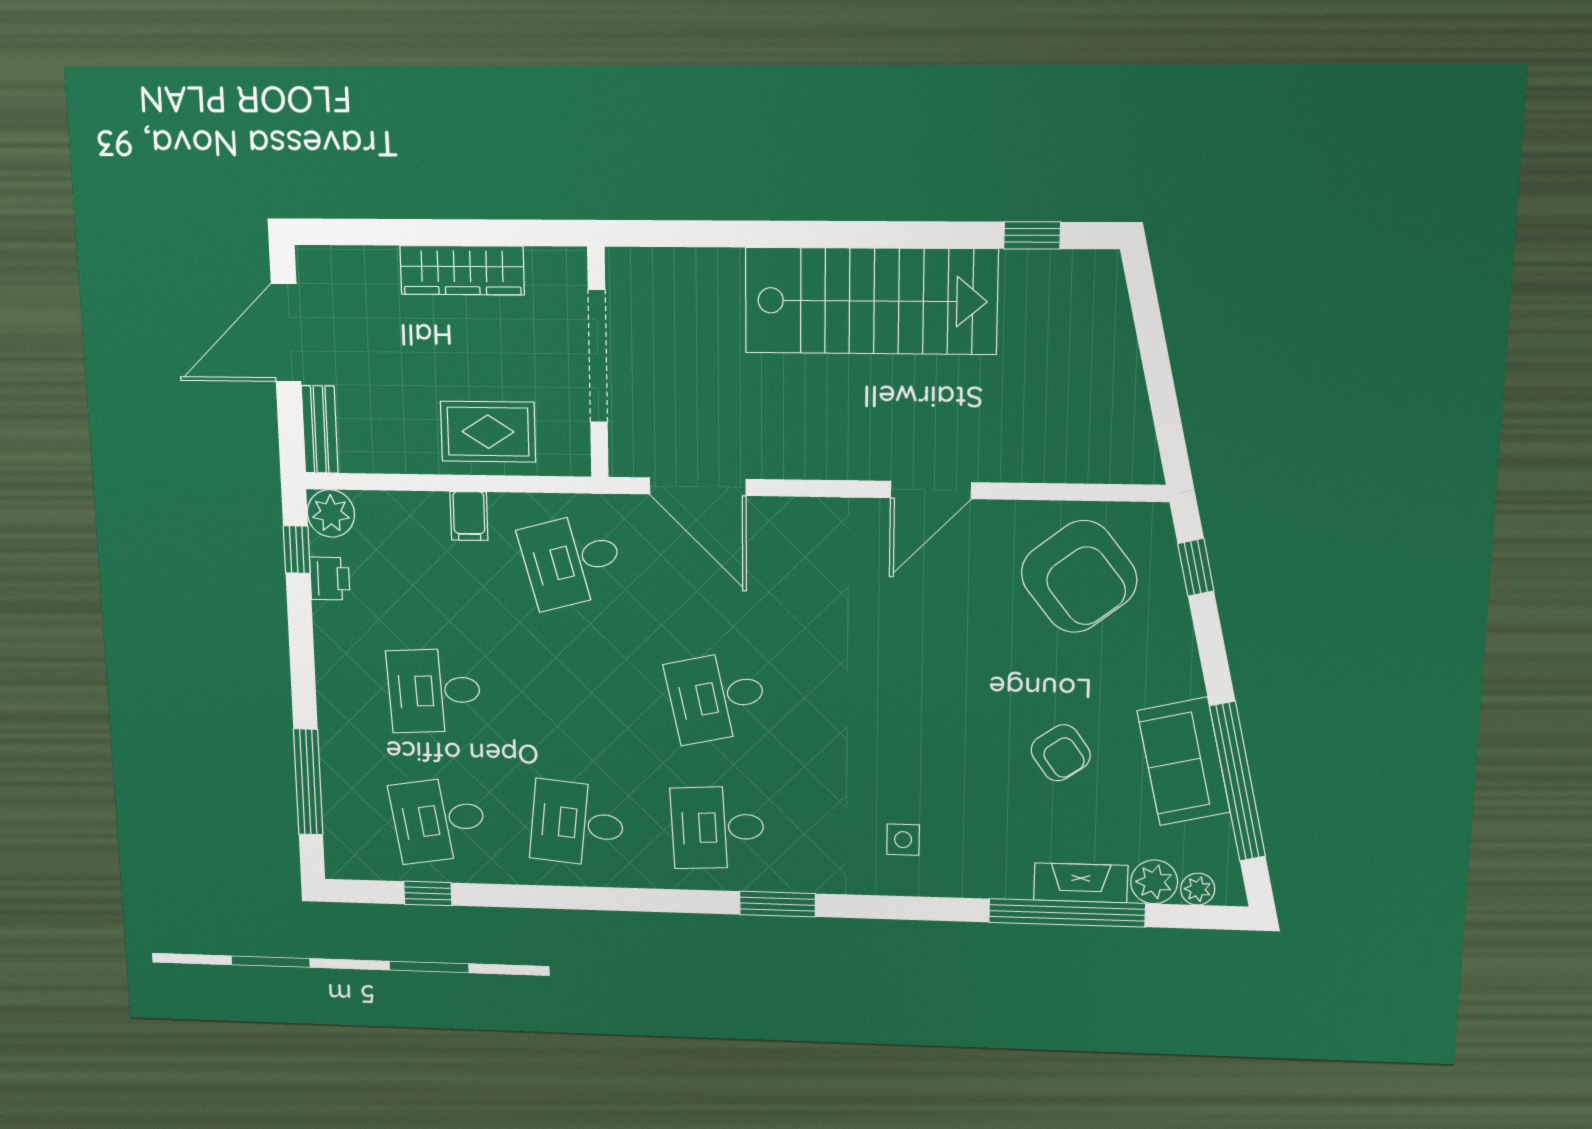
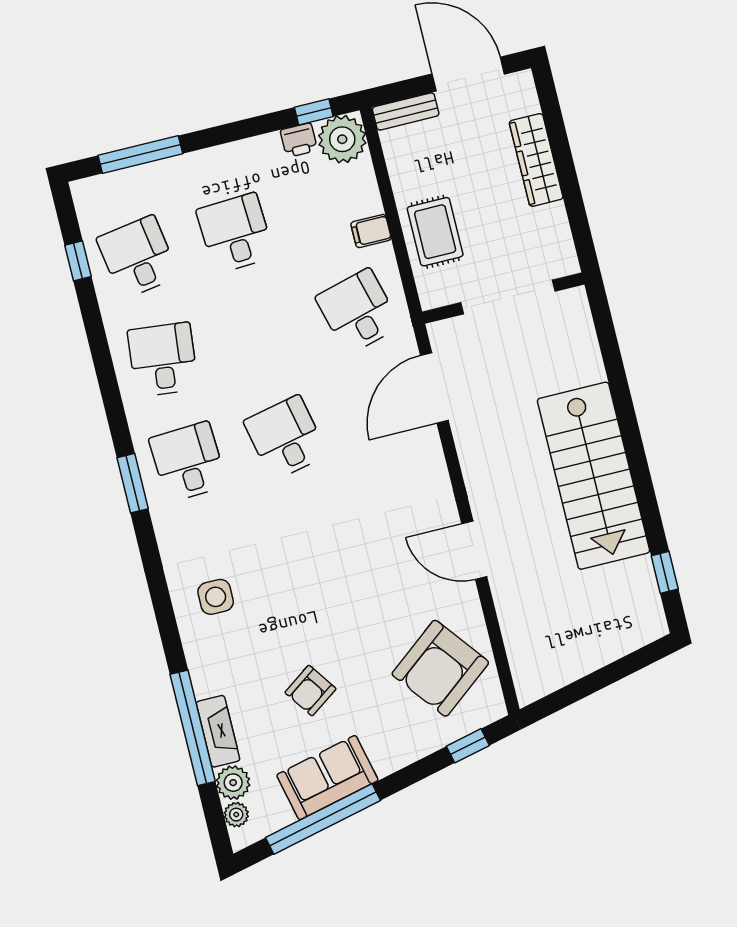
wardrobe: (462, 270) -> (536, 160), moved
plant: (331, 513) -> (342, 139), width x1.36, depth x1.36
side table: (903, 840) -> (216, 597), width x1.37, depth x1.37
window: (778, 904) -> (133, 483), moved

